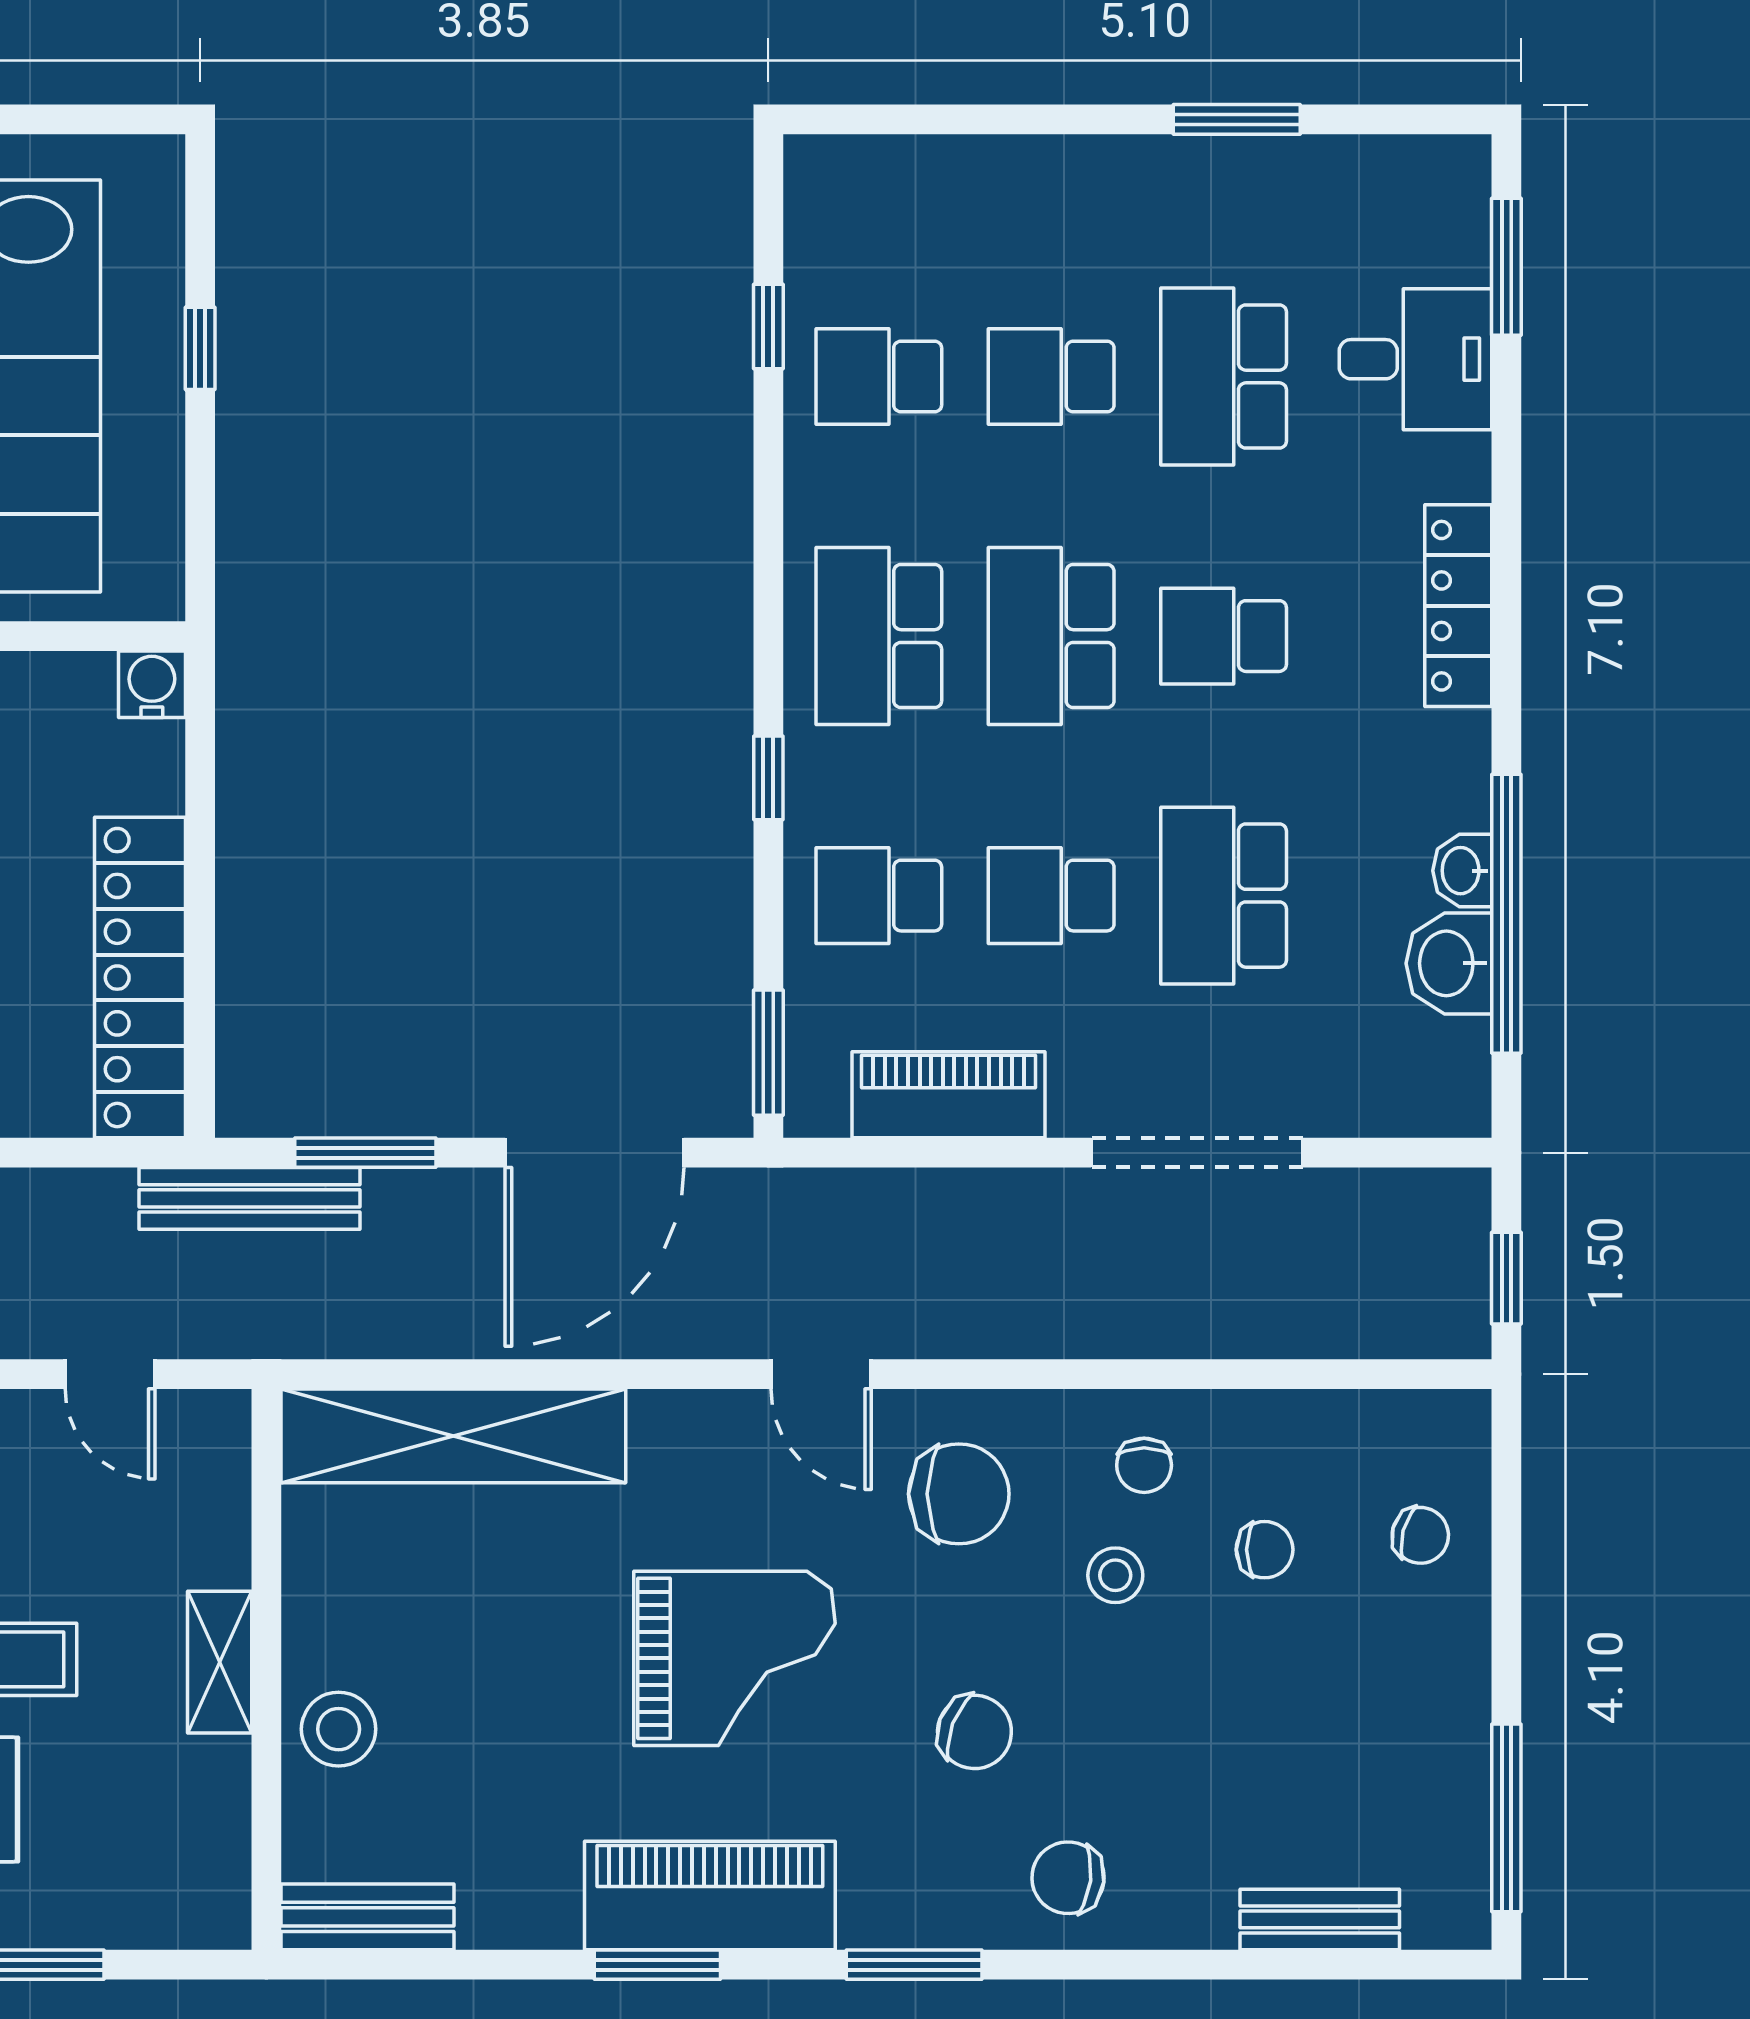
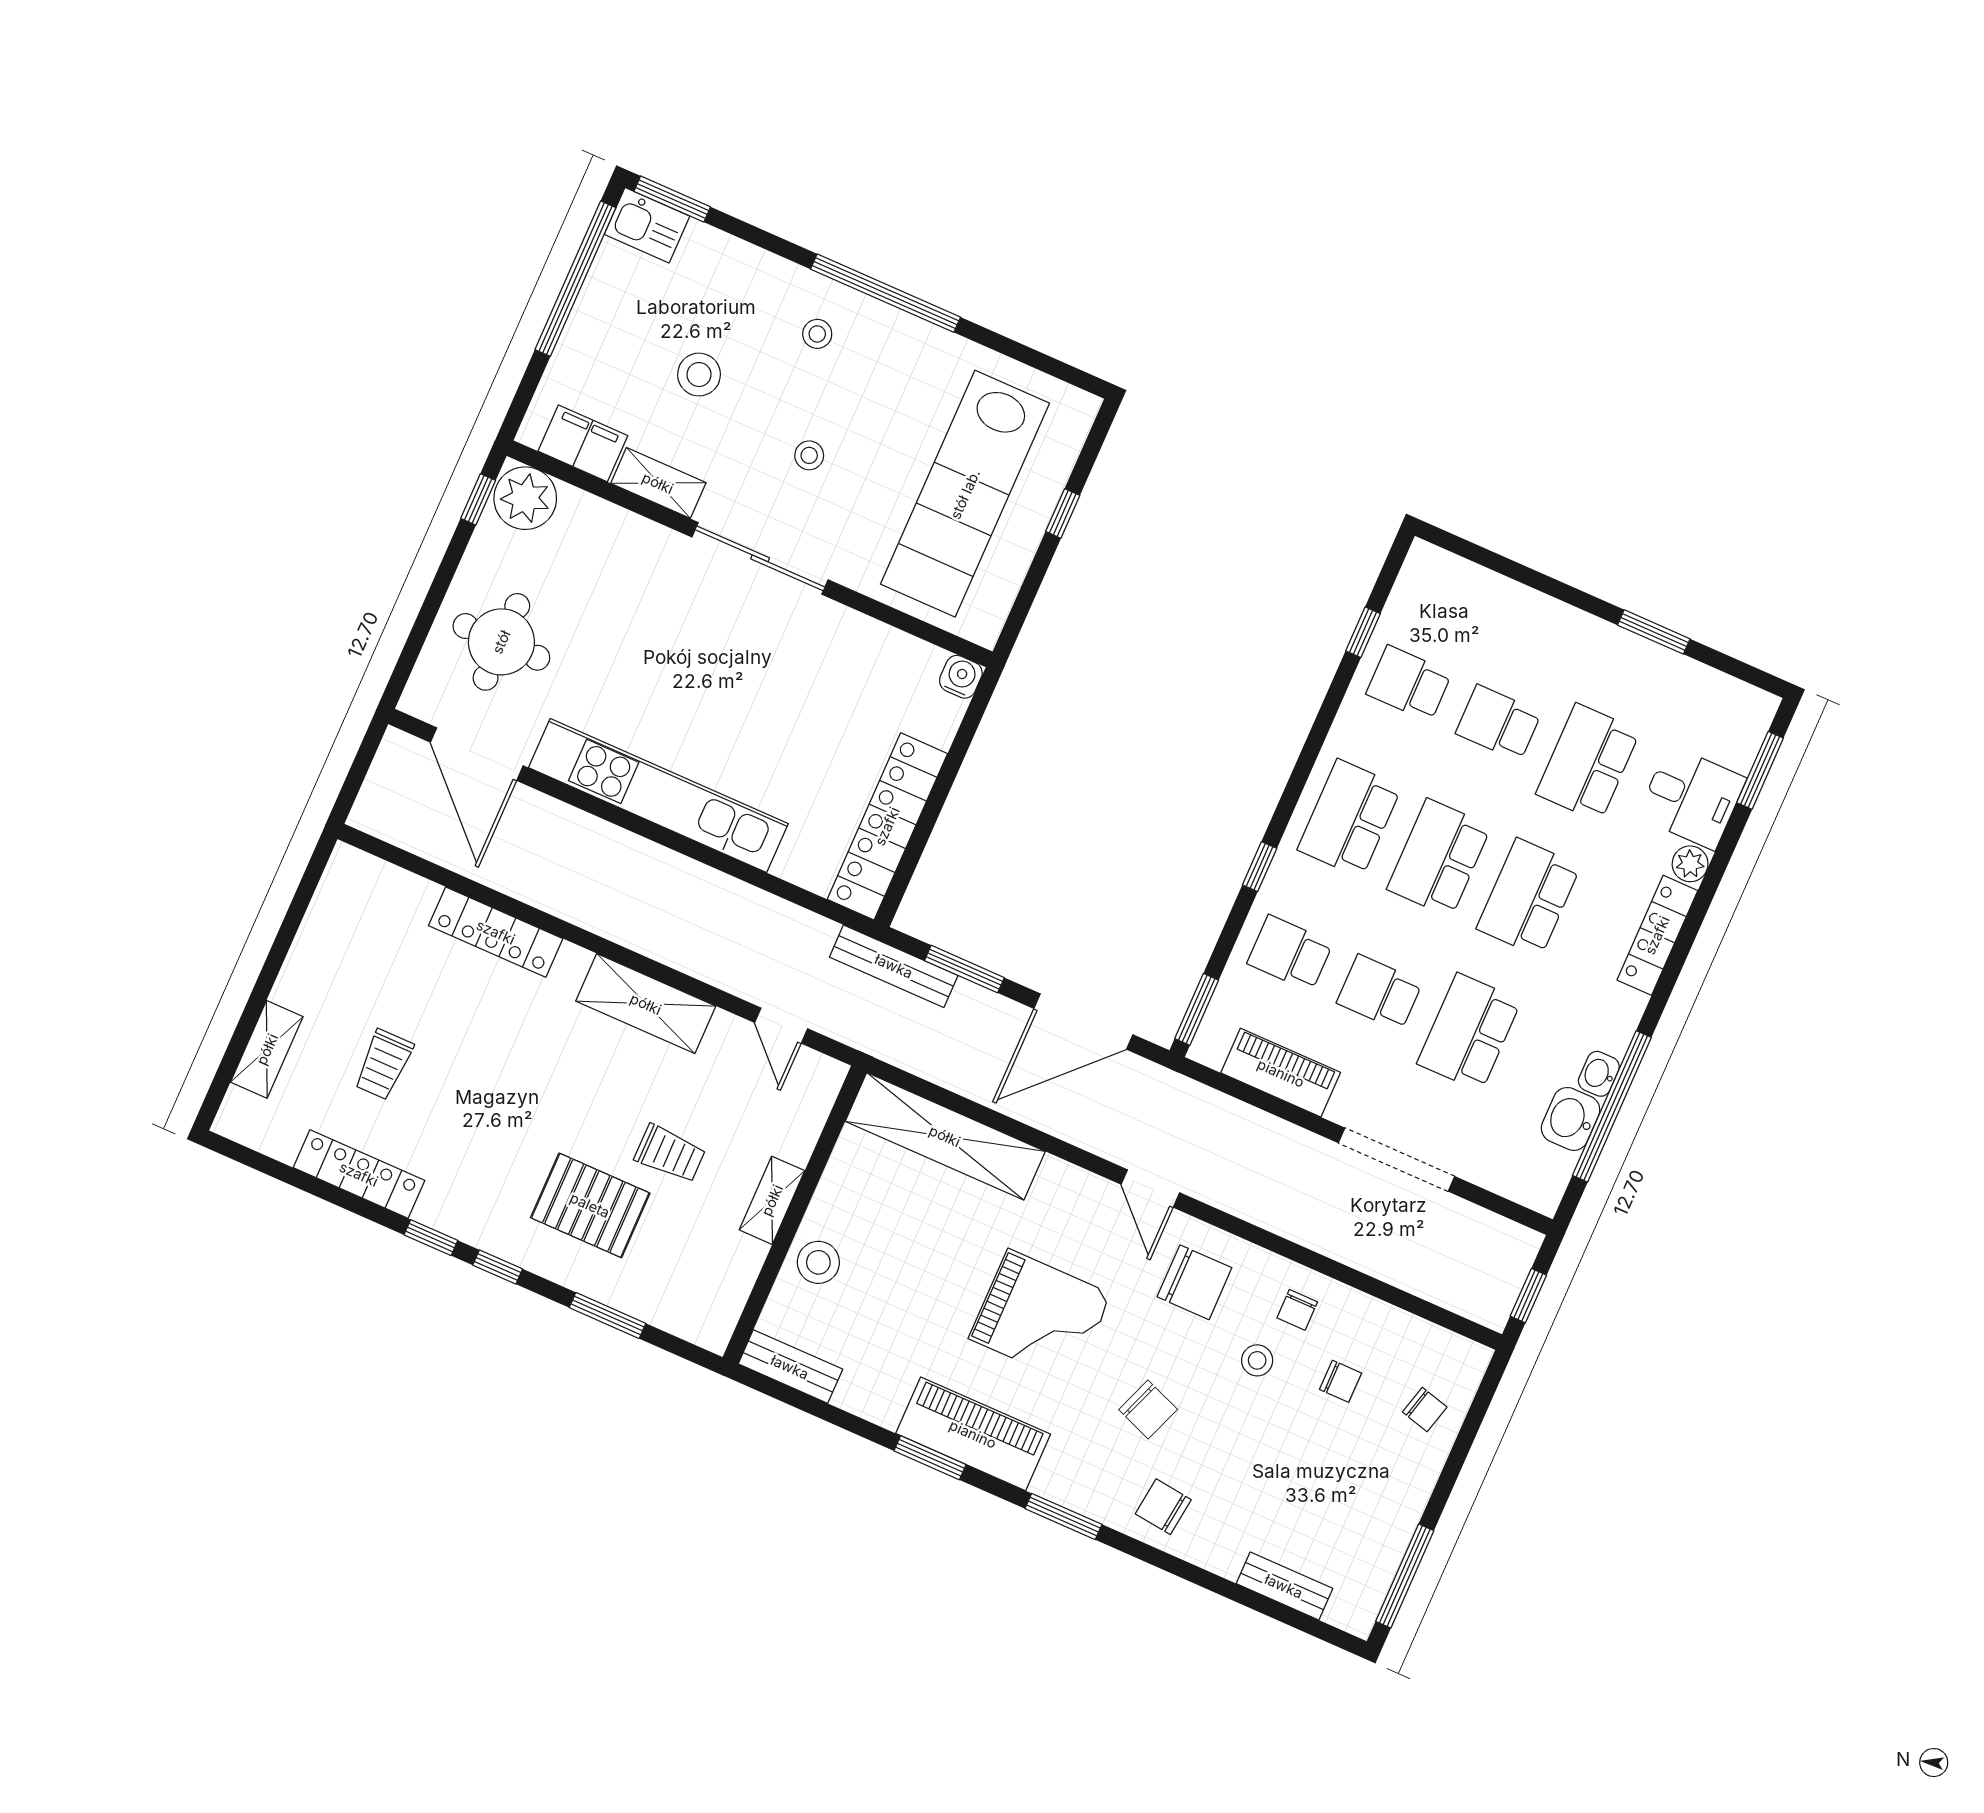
plant: (1460, 467) -> (1690, 864), added
school desk: (1224, 636) -> (1529, 897), width x1.85

